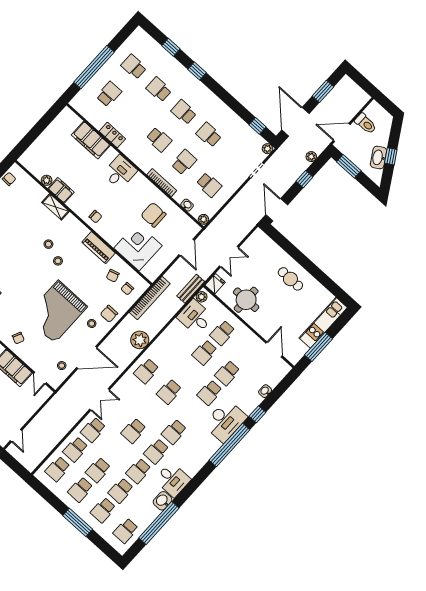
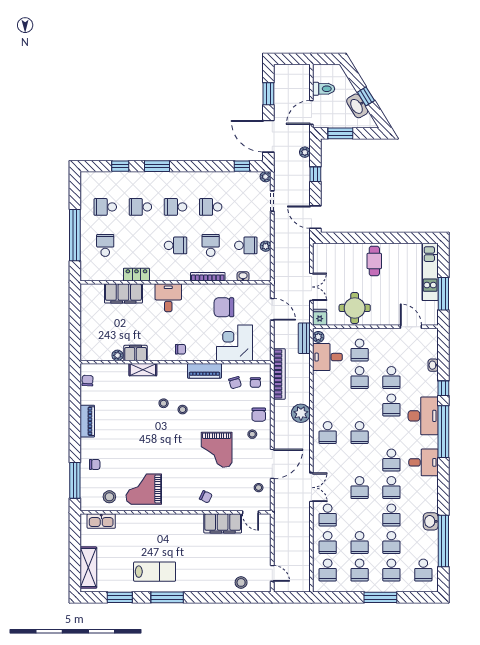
window: (197, 71) -> (157, 166), width x1.50
plant: (204, 219) -> (266, 246), moved
cafe table: (290, 279) -> (374, 261), turned 90
grand piano: (56, 312) -> (217, 450), width x0.73, depth x0.68
desk: (173, 480) -> (424, 462), moved

